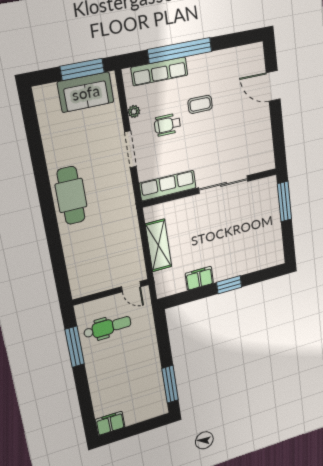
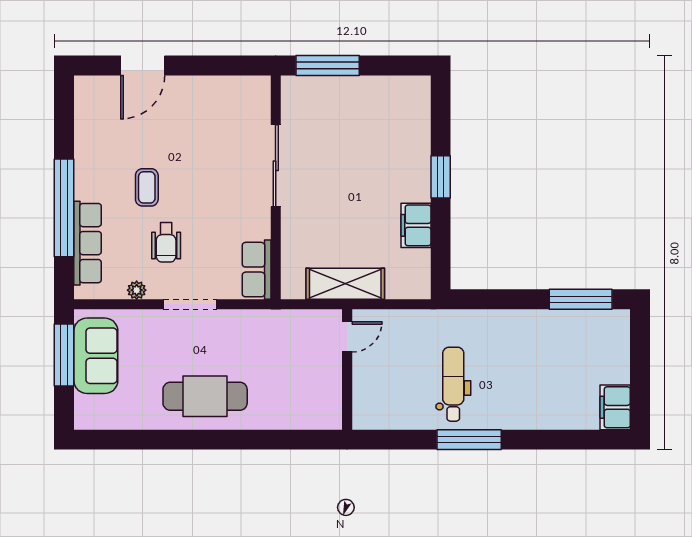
row of seats: (168, 186) -> (257, 270), width x0.68
cafe table: (71, 195) -> (205, 396), moved
door: (131, 287) -> (347, 337), moved
wall: (111, 292) -> (347, 369), moved

